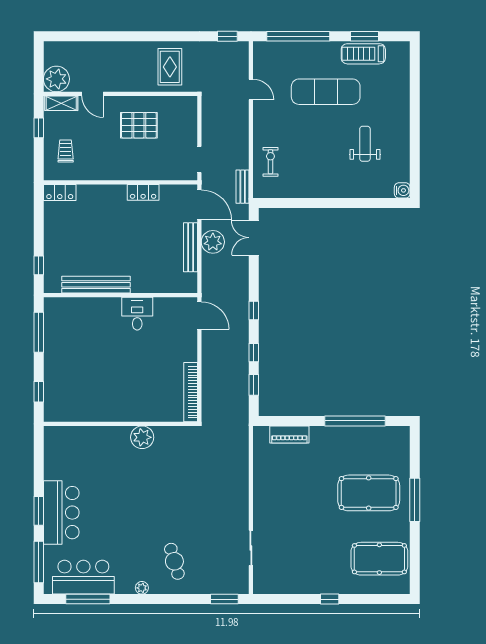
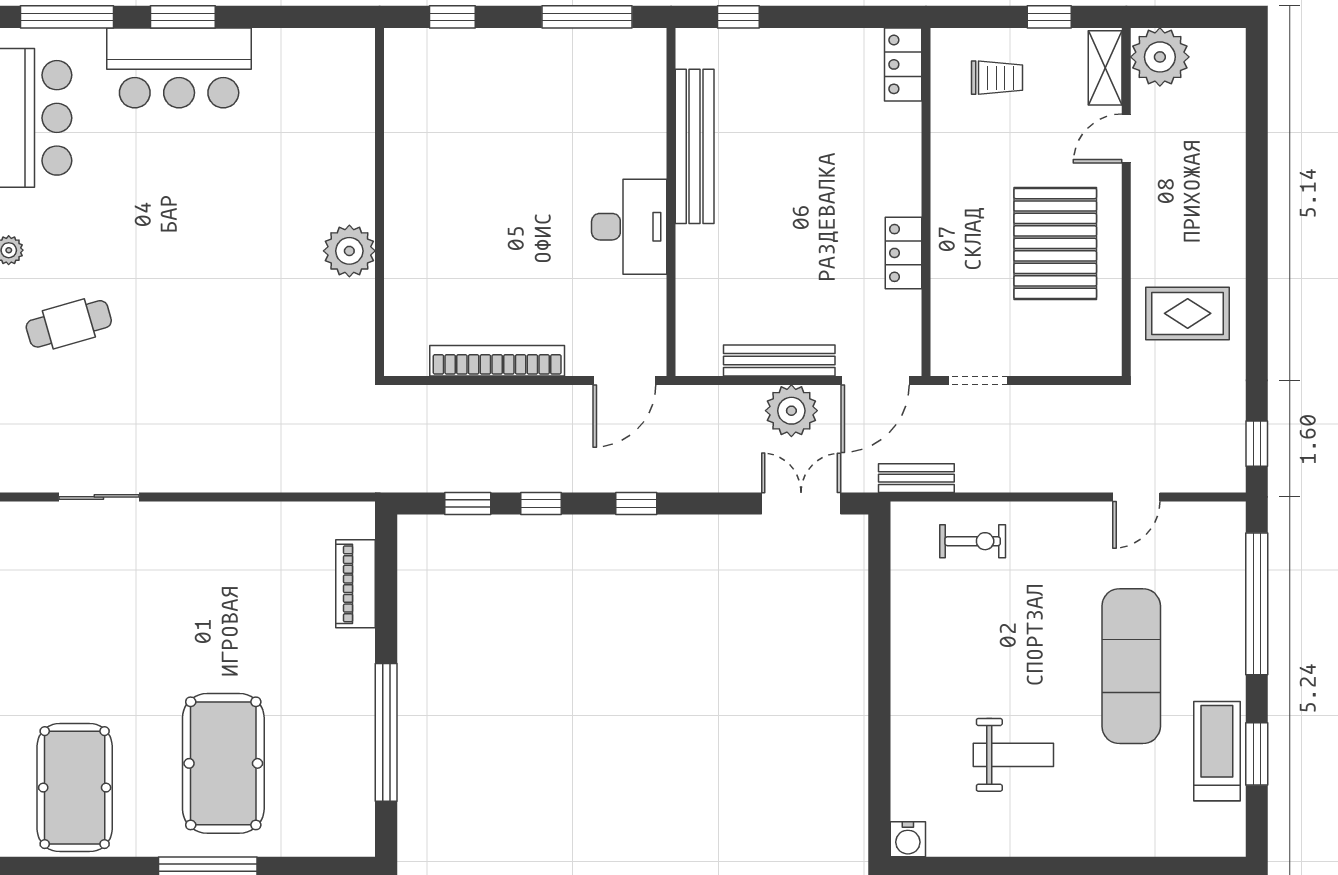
pallet: (139, 125) -> (1055, 243), width x1.37, depth x1.41
desk: (137, 314) -> (629, 227), width x1.37
bookcase: (191, 392) -> (497, 361), moved

